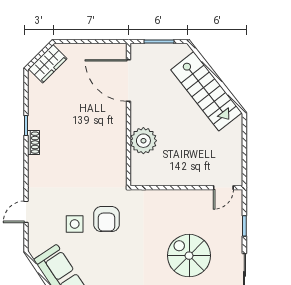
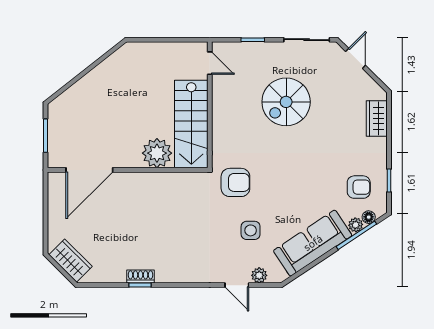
stairs: (206, 91) -> (191, 124), moved, turned 128
shoe rack: (34, 143) -> (140, 276), moved
armchair: (106, 219) -> (235, 182), moved
plant: (35, 232) -> (259, 275), added

